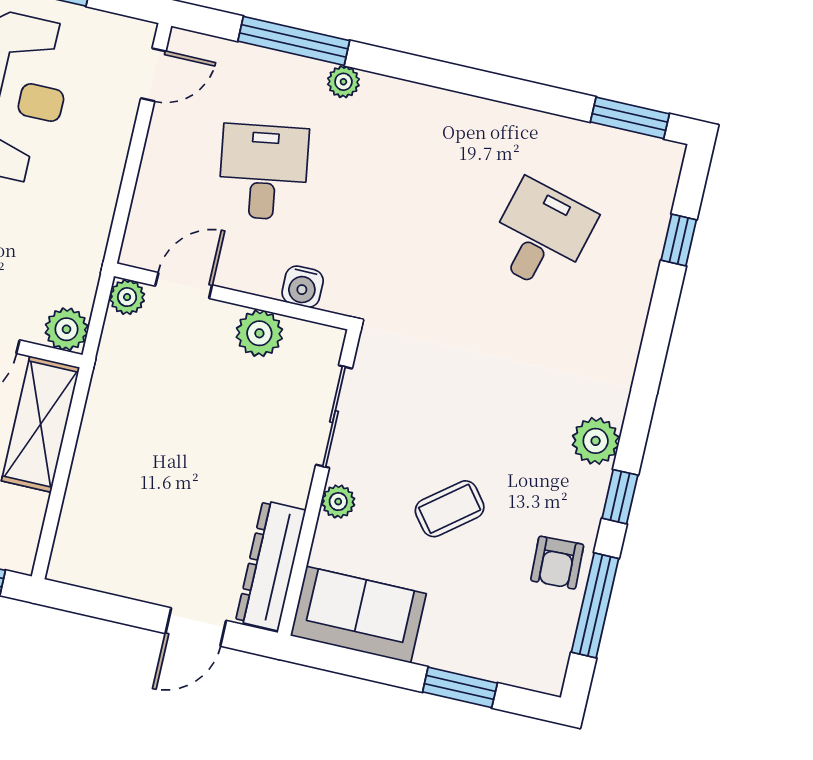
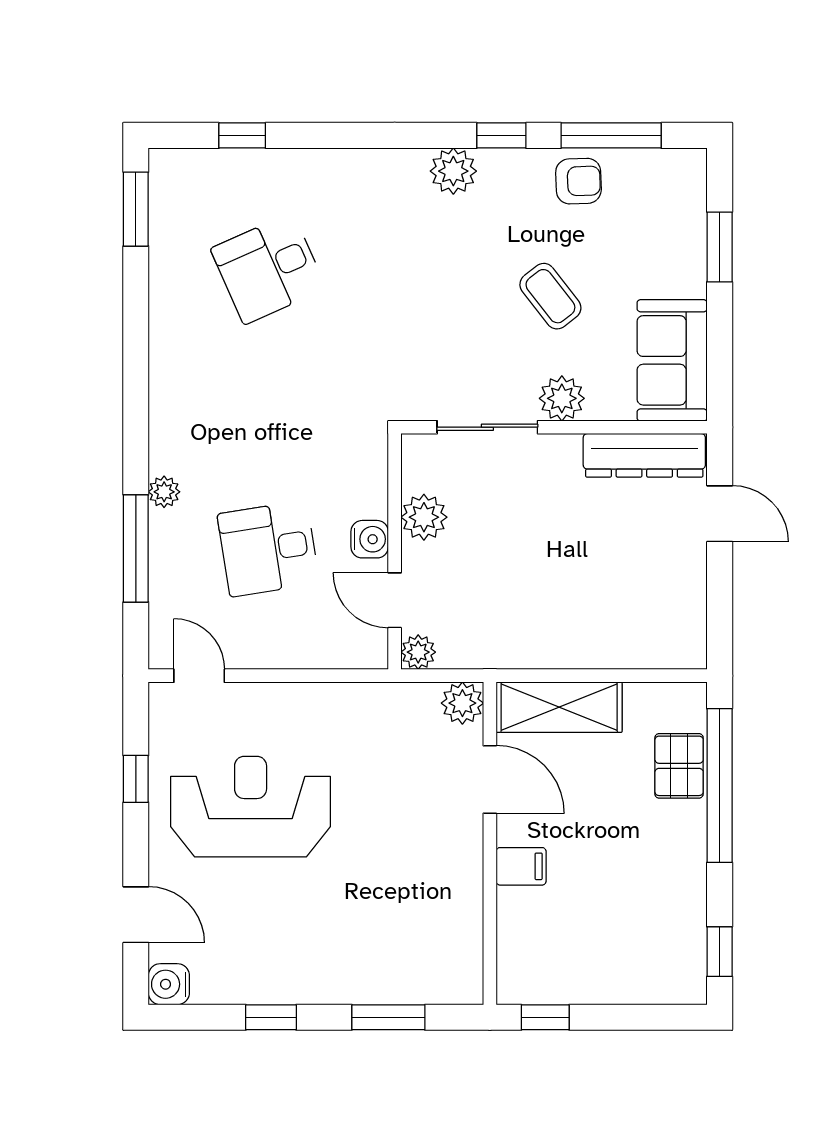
desk: (541, 236) -> (268, 269), turned -39
water cooler: (303, 287) -> (370, 539), moved
plant: (338, 502) -> (562, 398), width x1.38, depth x1.38

